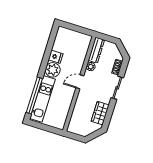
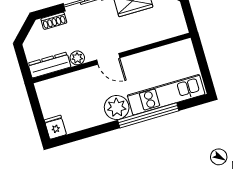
fridge: (56, 57) -> (55, 127), moved
window: (34, 96) -> (148, 115), moved

